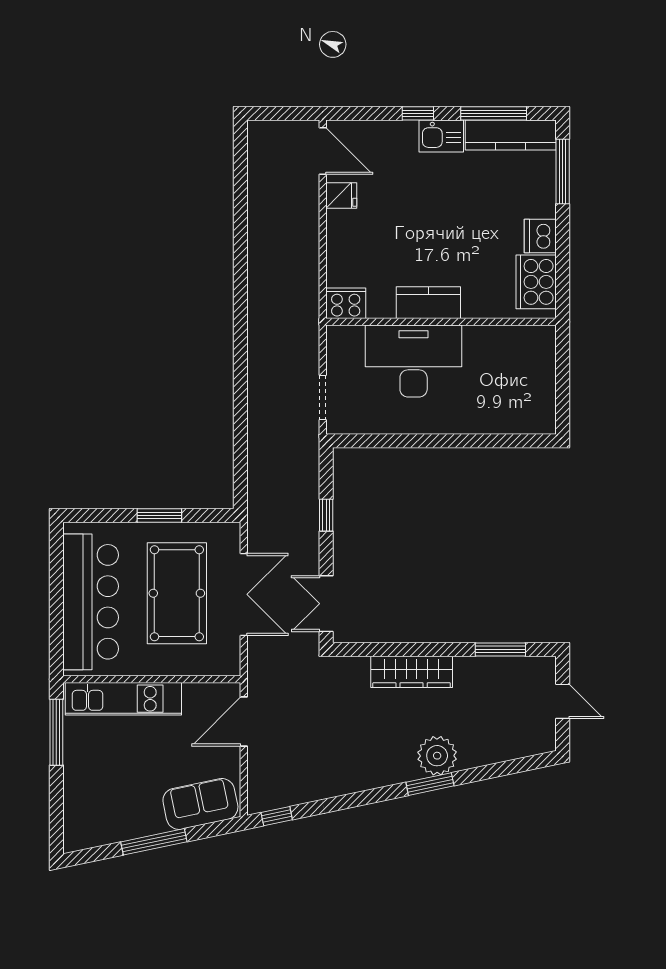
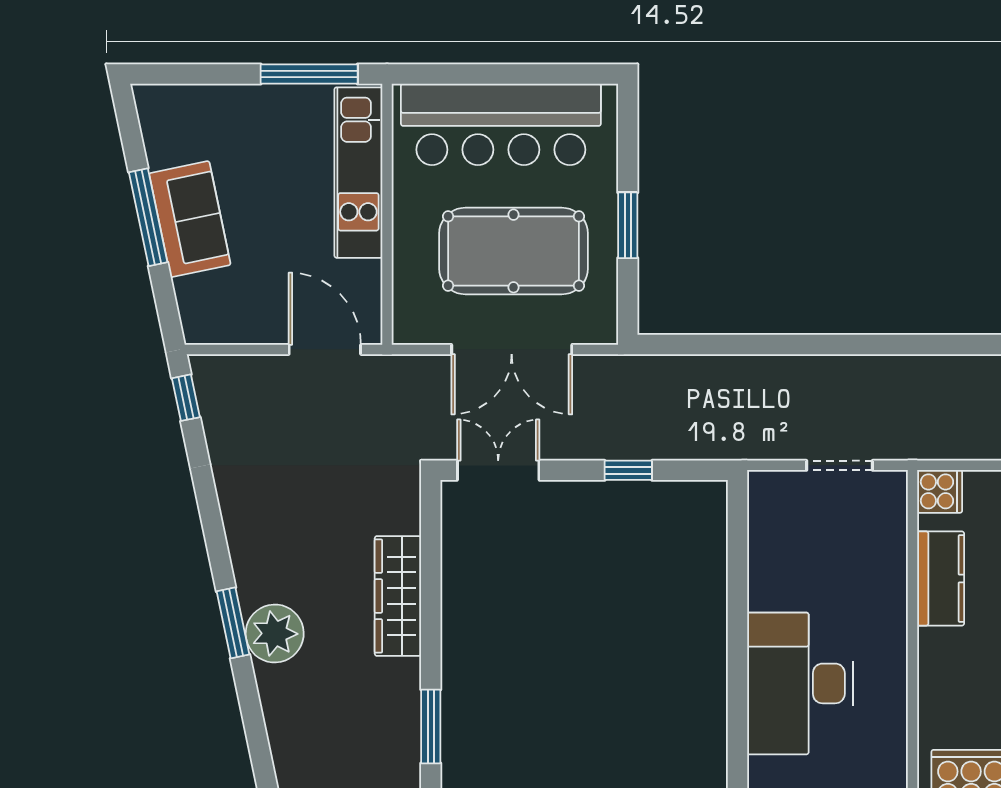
cooker: (346, 303) -> (940, 491), width x0.73
kitchen counter: (428, 303) -> (941, 579), moved
desk: (414, 361) -> (800, 683), moved, turned 180
doorway: (323, 398) -> (840, 465), moved
sofa: (200, 804) -> (190, 219), moved

